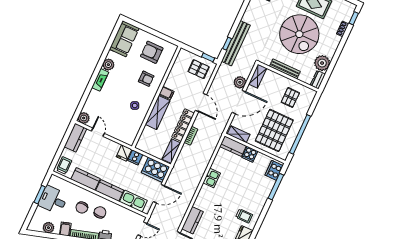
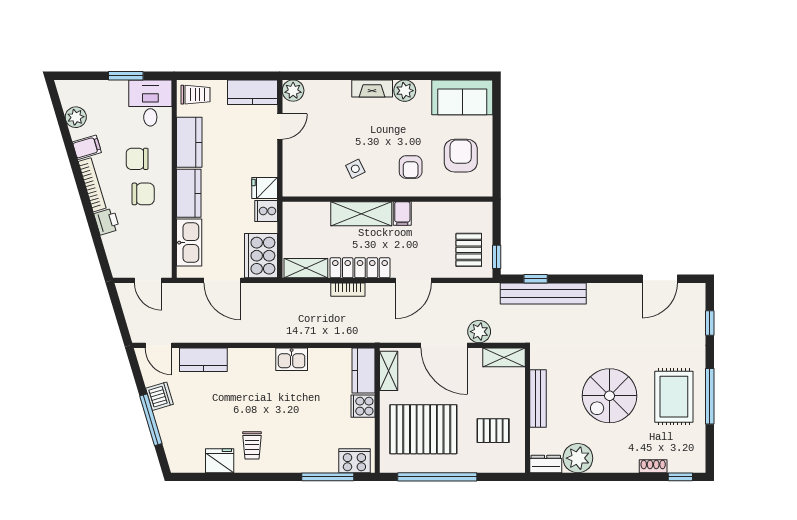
spiral stairs: (299, 34) -> (610, 396), width x0.73, depth x0.73
desk: (53, 200) -> (150, 103), moved

